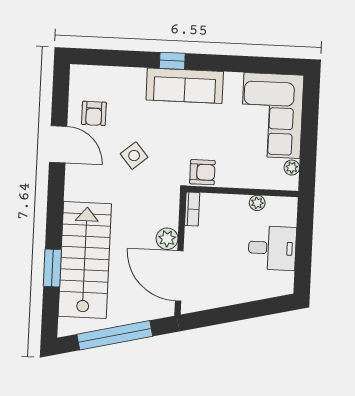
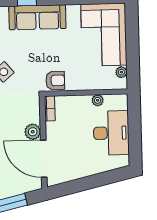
desk: (272, 248) -> (111, 133), width x1.37

